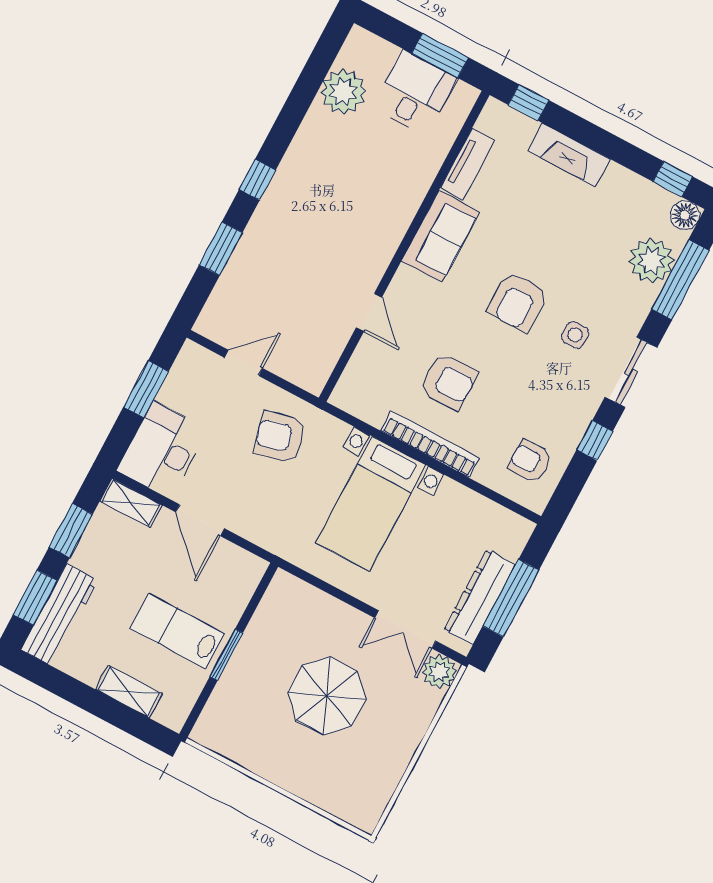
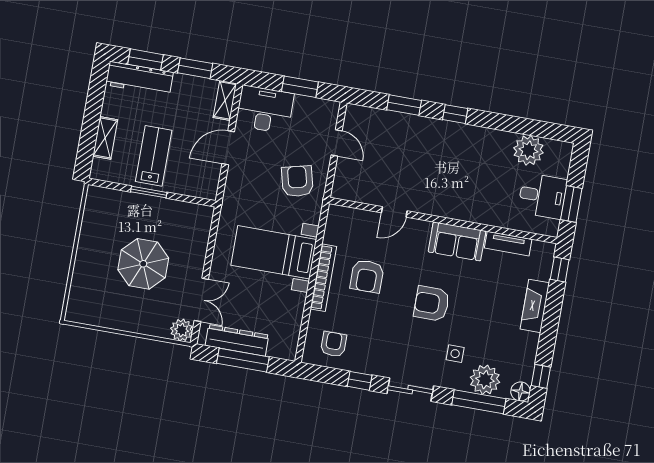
side table: (575, 335) -> (455, 354), moved
double door: (405, 629) -> (201, 300), swing flipped

